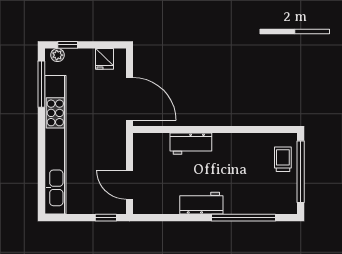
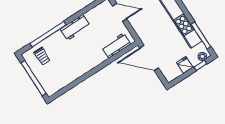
fridge: (105, 59) -> (185, 65), moved
workbench: (191, 144) -> (116, 46), moved
trolley: (283, 159) -> (42, 56), moved

